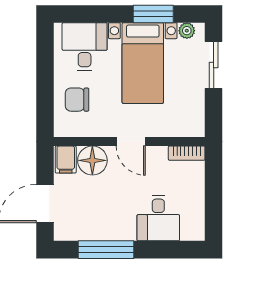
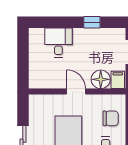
bookcase: (187, 153) -> (40, 84), removed
window: (106, 250) -> (92, 22), width x0.46

